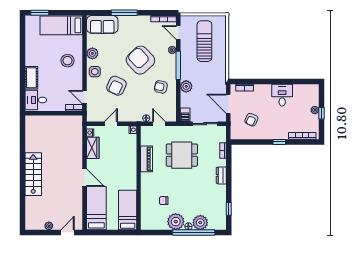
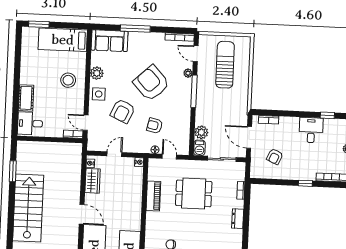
window: (296, 81) -> (327, 115), added
plant: (186, 86) -> (201, 132), moved
armchair: (161, 87) -> (155, 126), moved
window: (22, 142) -> (13, 171), added
stairs: (33, 174) -> (28, 208), width x1.36, depth x1.51

